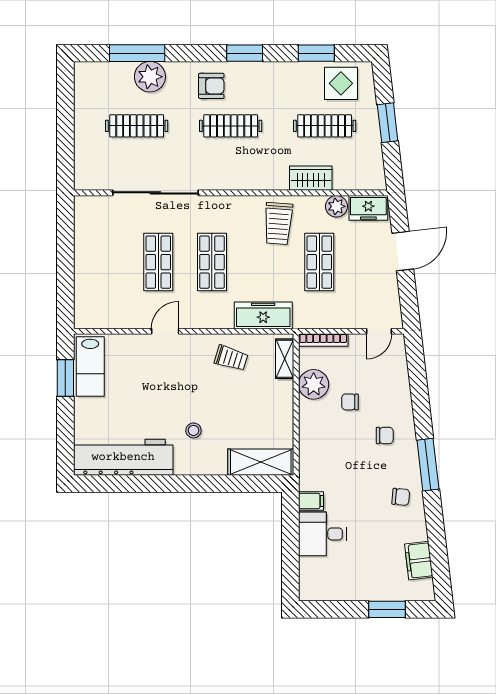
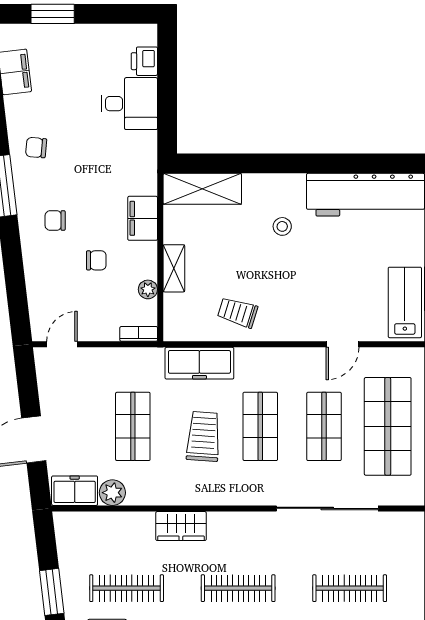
wardrobe: (311, 178) -> (181, 526), moved
trolley: (278, 223) -> (203, 436), moved
shop shelf: (105, 262) -> (388, 426), added
door: (165, 331) -> (343, 344), moved
bookcase: (323, 340) -> (139, 334), width x0.64
shelving: (285, 359) -> (174, 268), moved
plant: (314, 384) -> (148, 289), width x0.53, depth x0.53
filing cabinet: (311, 501) -> (143, 218), moved, width x2.00
printer: (310, 570) -> (144, 61), added

